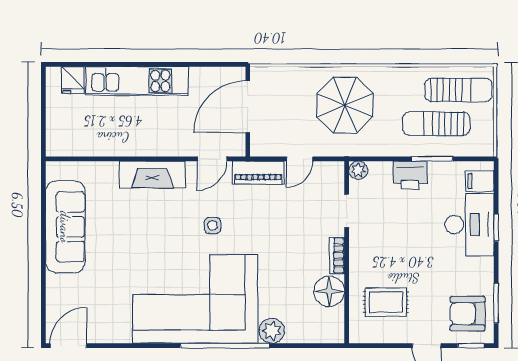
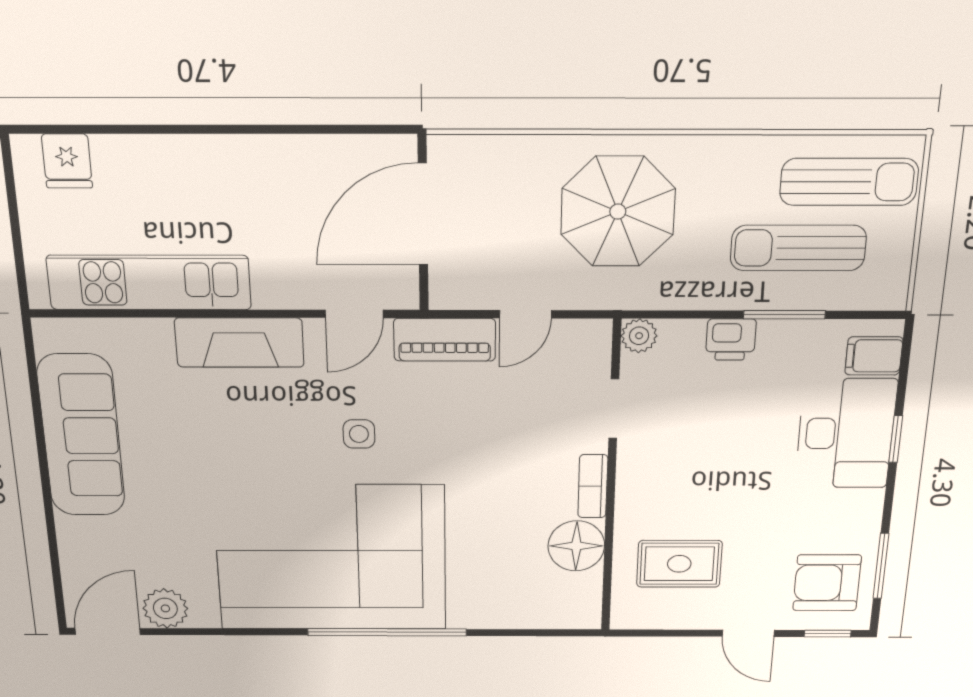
kitchen unit: (137, 81) -> (149, 282), moved, turned 180
printer: (410, 175) -> (731, 340), width x0.73, depth x0.81
plant: (272, 331) -> (165, 608), moved

